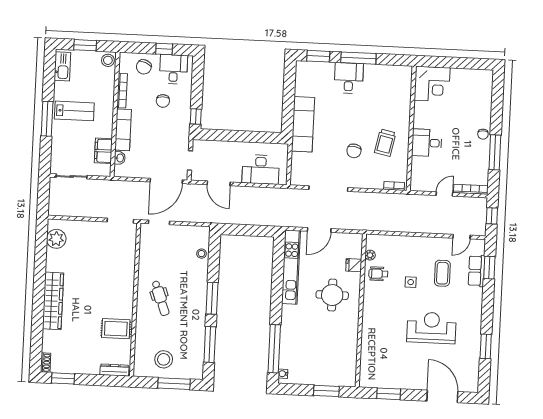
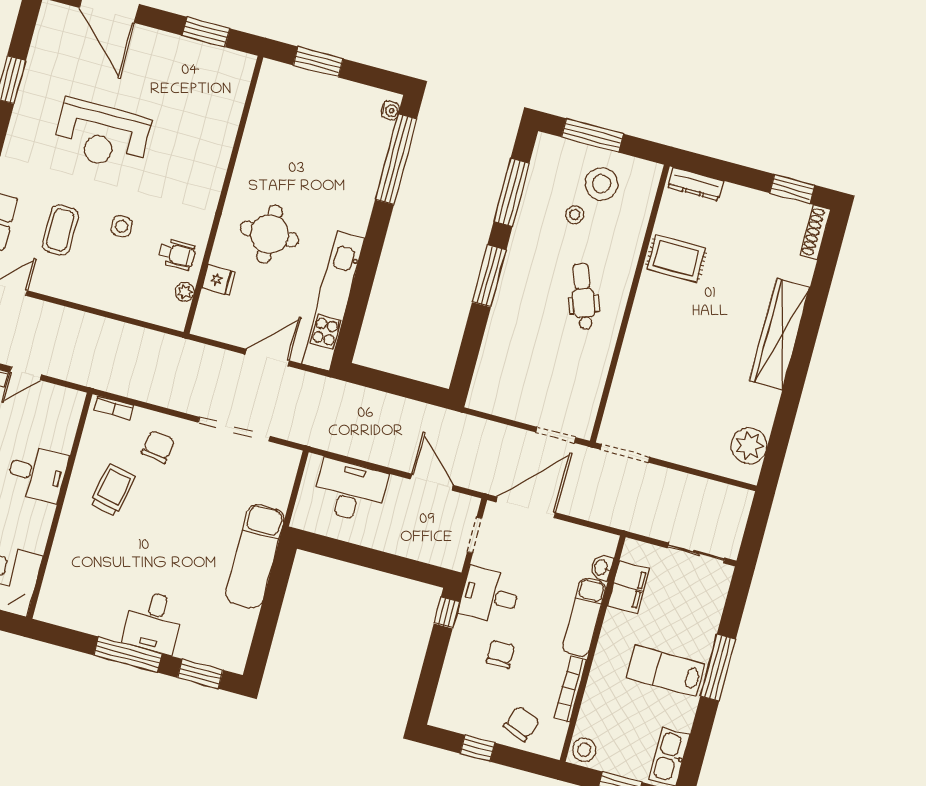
desk: (173, 69) -> (489, 595), moved, turned 90
chair: (354, 151) -> (158, 447), moved
stool: (201, 254) -> (575, 215), moved
shoe rack: (46, 363) -> (816, 232), width x1.43

